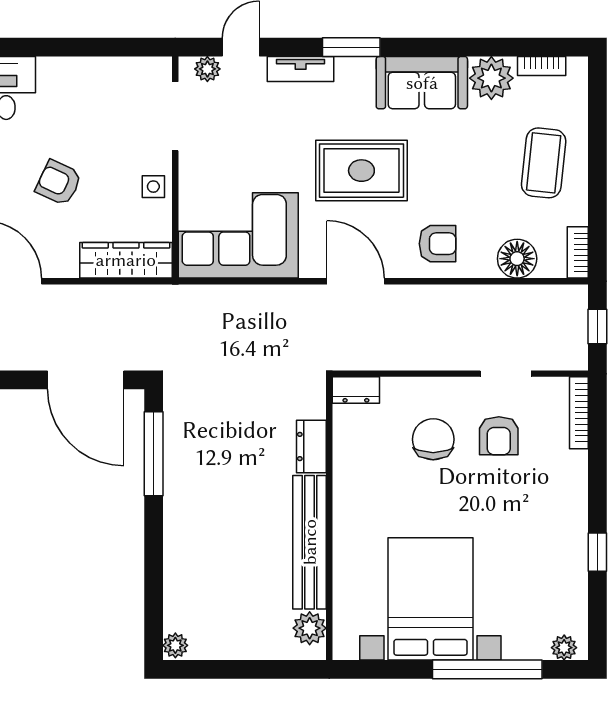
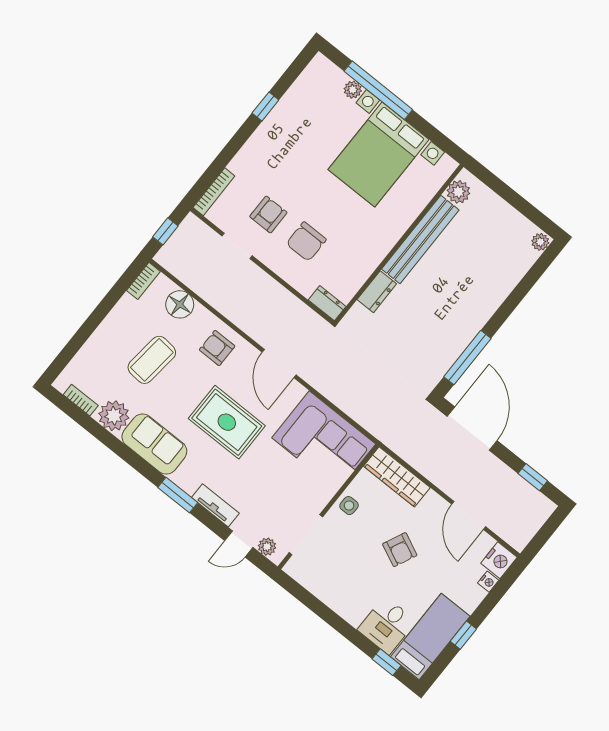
coffee table: (544, 163) -> (152, 360), moved
plant: (564, 648) -> (353, 90), moved

